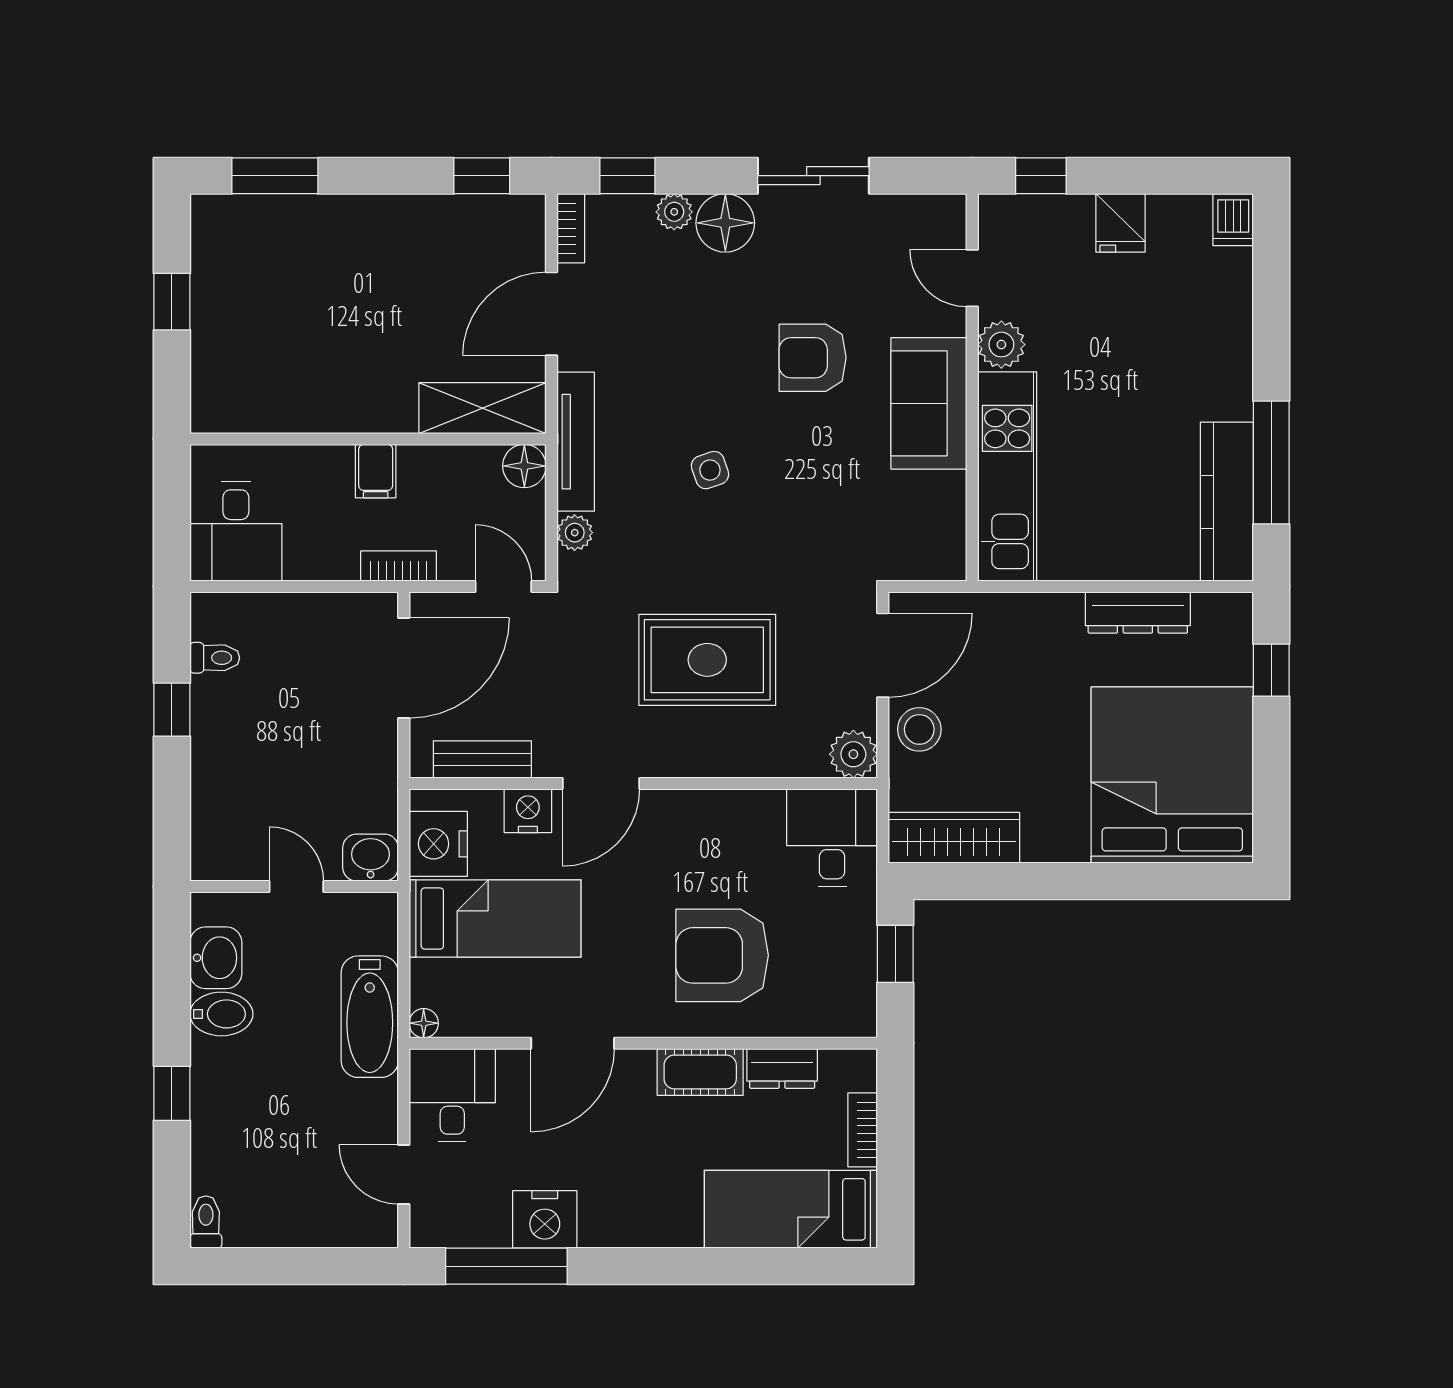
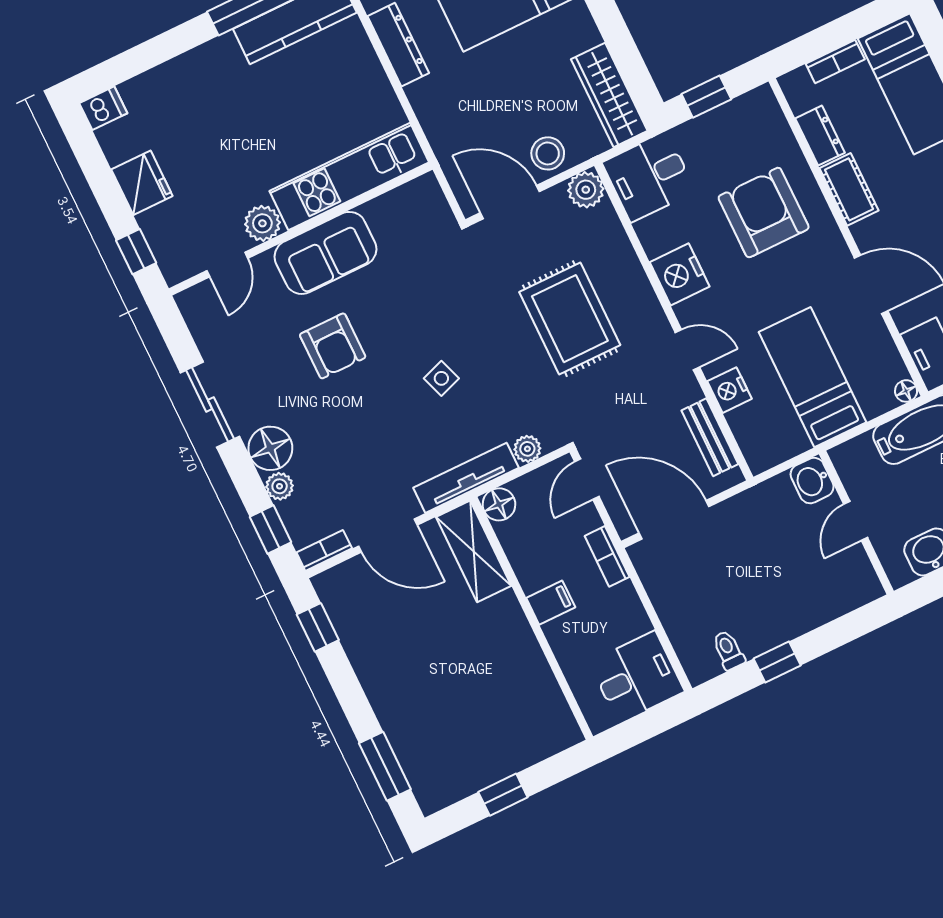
fridge: (1121, 223) -> (142, 183), width x1.38
door: (601, 784) -> (687, 350), width x0.73
nightstand: (438, 844) -> (680, 274), moved, turned 90
armchair: (722, 955) -> (764, 212), turned 180

